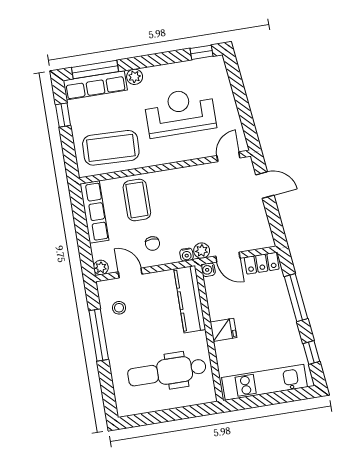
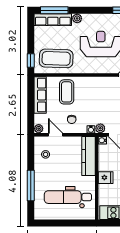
window: (63, 115) -> (31, 61), moved
window: (99, 335) -> (31, 186), moved

